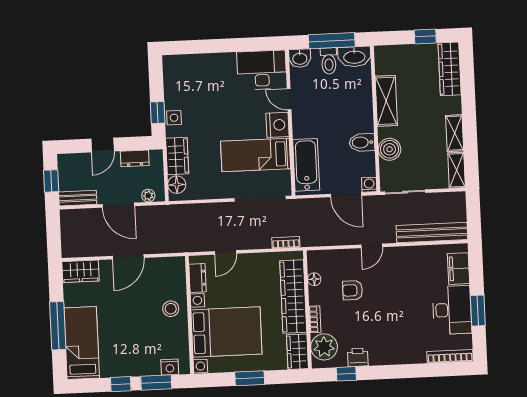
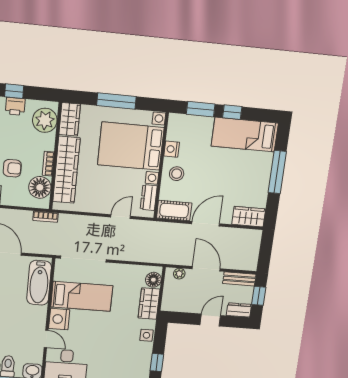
window: (158, 113) -> (157, 362), moved
dresser: (135, 158) -> (239, 310), moved
bookcase: (286, 242) -> (45, 217), moved
cot: (166, 267) -> (174, 210), added
floor lamp: (314, 279) -> (40, 187), width x1.89, depth x1.89
bookcase: (315, 319) -> (48, 164), moved
bed: (82, 343) -> (245, 135), moved, turned 90
nightstand: (170, 367) -> (172, 149), moved, turned -90
window: (346, 374) -> (14, 91), moved
window: (250, 378) -> (116, 101), width x1.44

